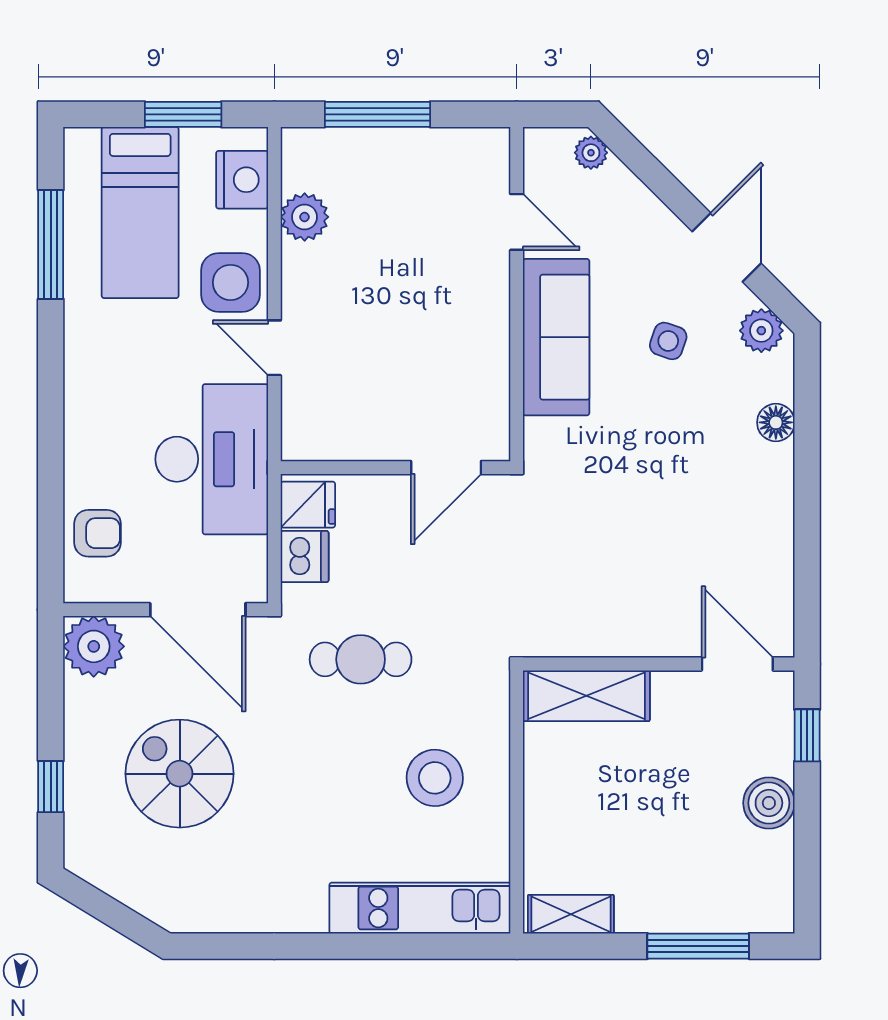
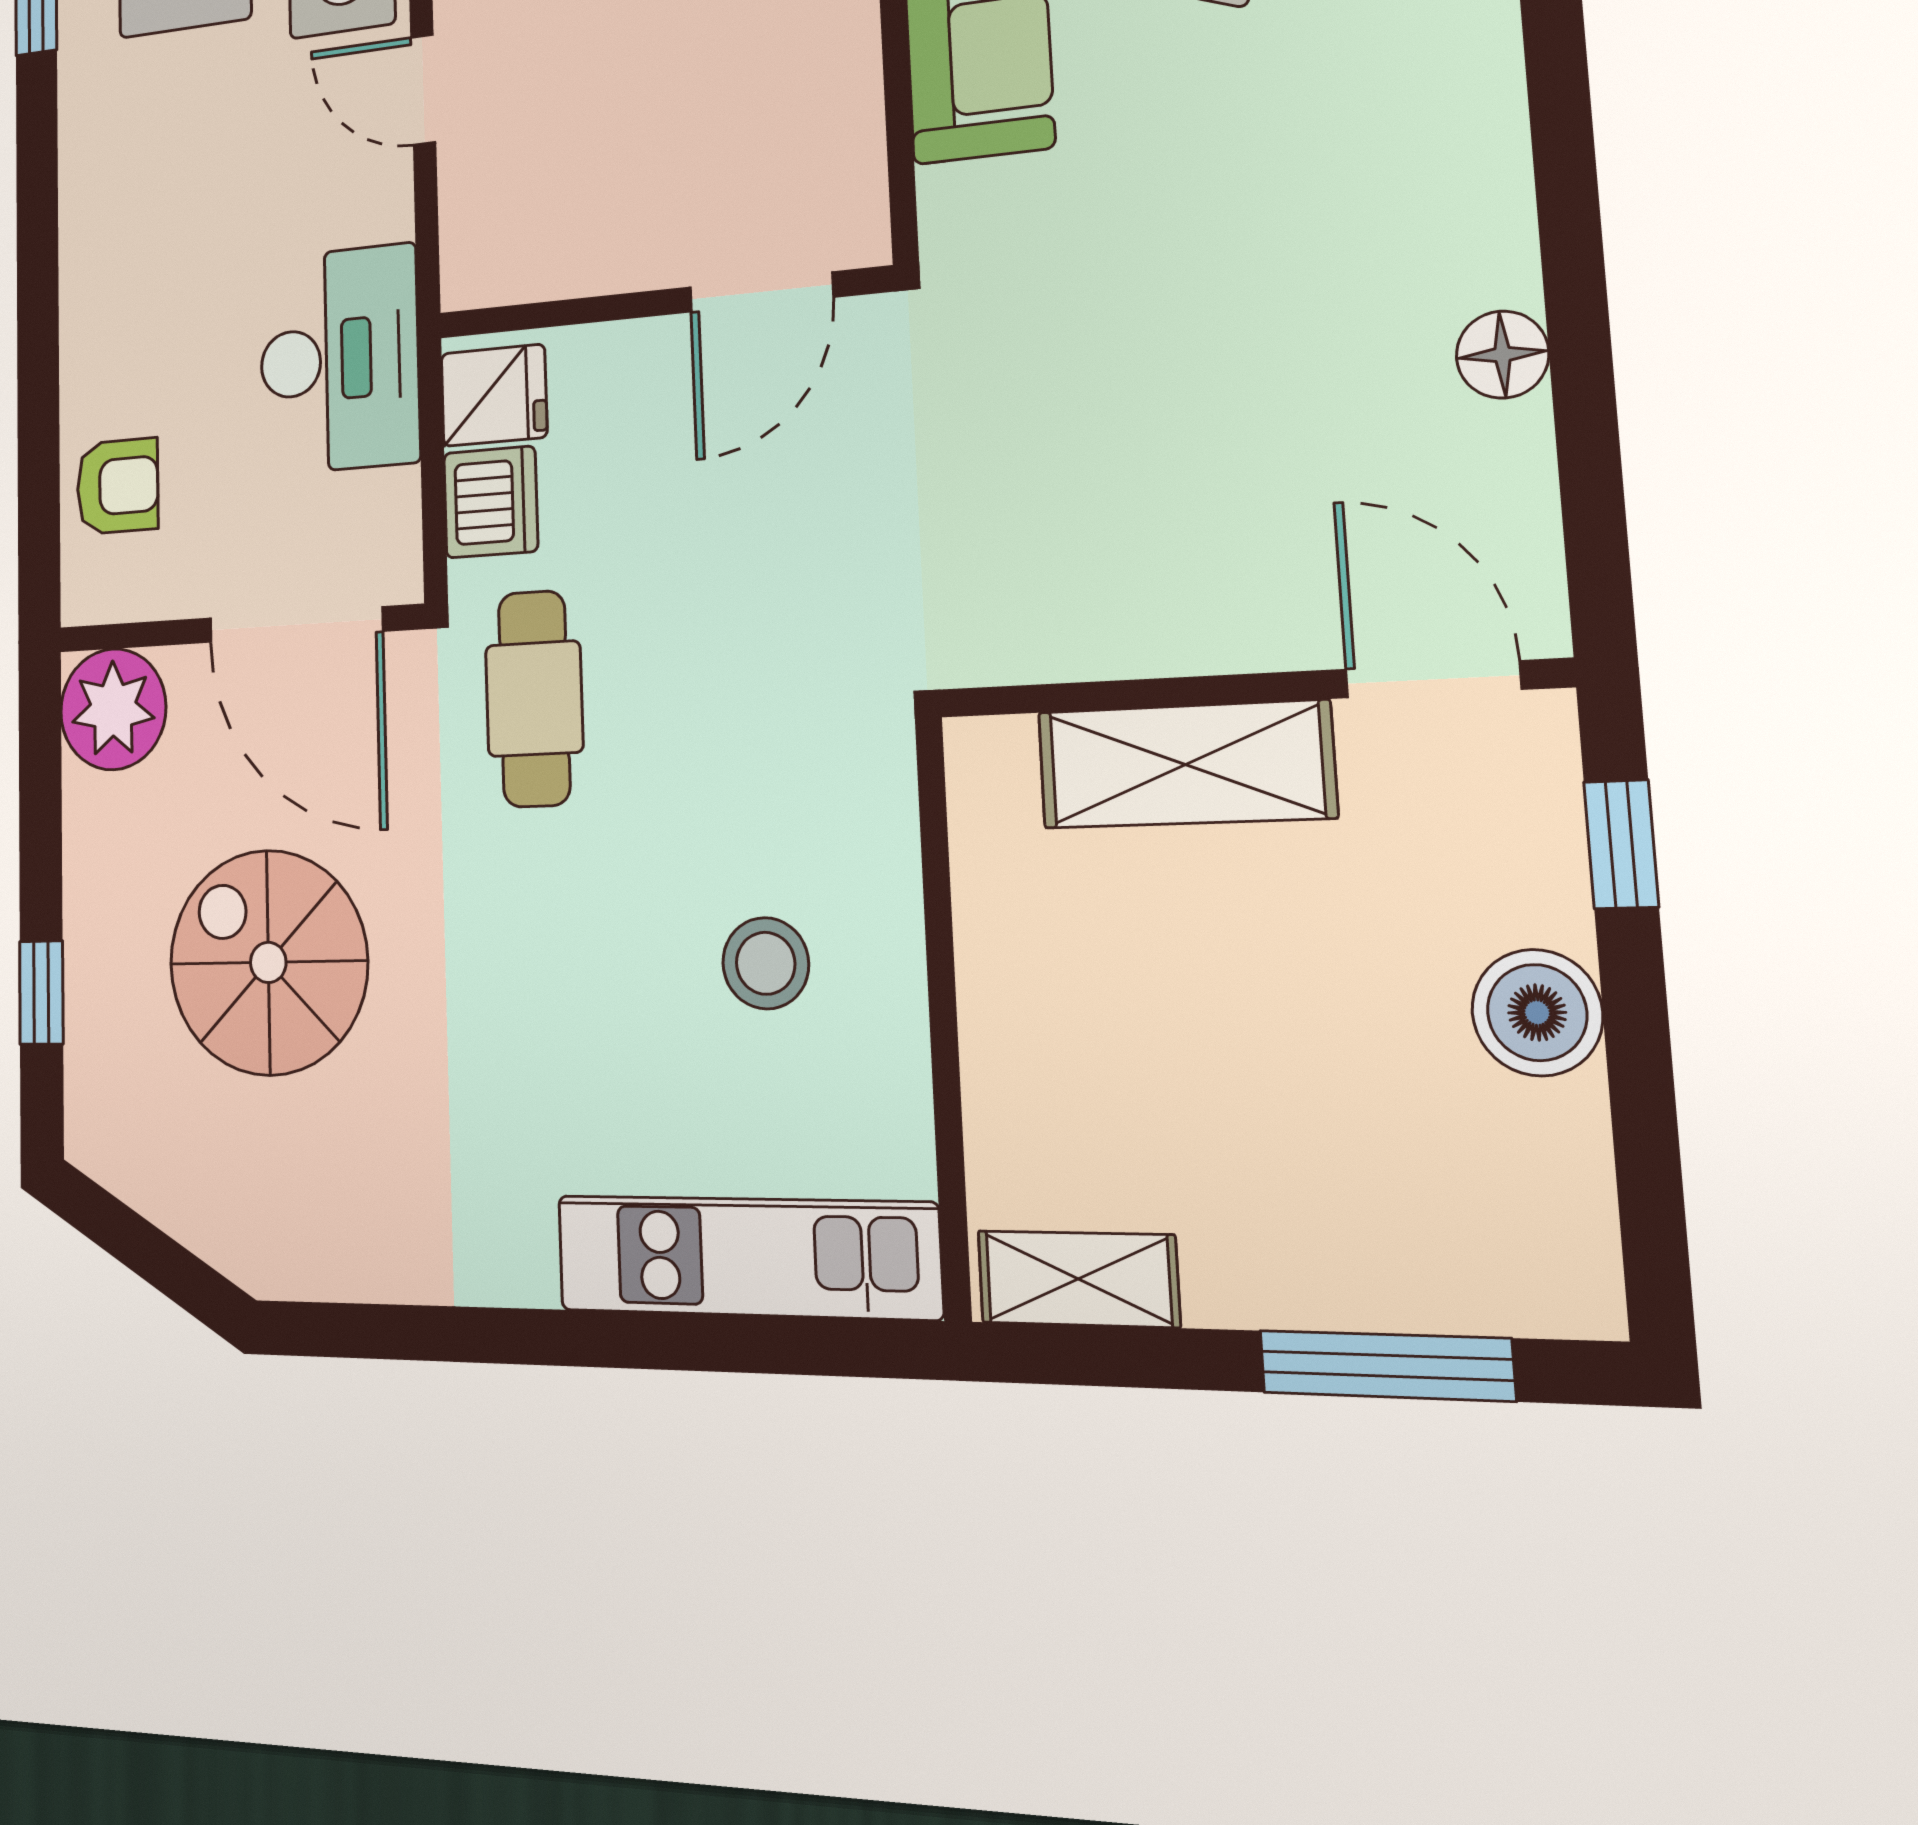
floor lamp: (776, 422) -> (1502, 355), moved
desk: (212, 459) -> (339, 359), width x0.73, depth x0.77
cafe table: (361, 659) -> (534, 699), moved, turned 90
shelving: (586, 696) -> (1186, 765), moved
stool: (435, 778) -> (766, 963), width x0.73, depth x0.73

